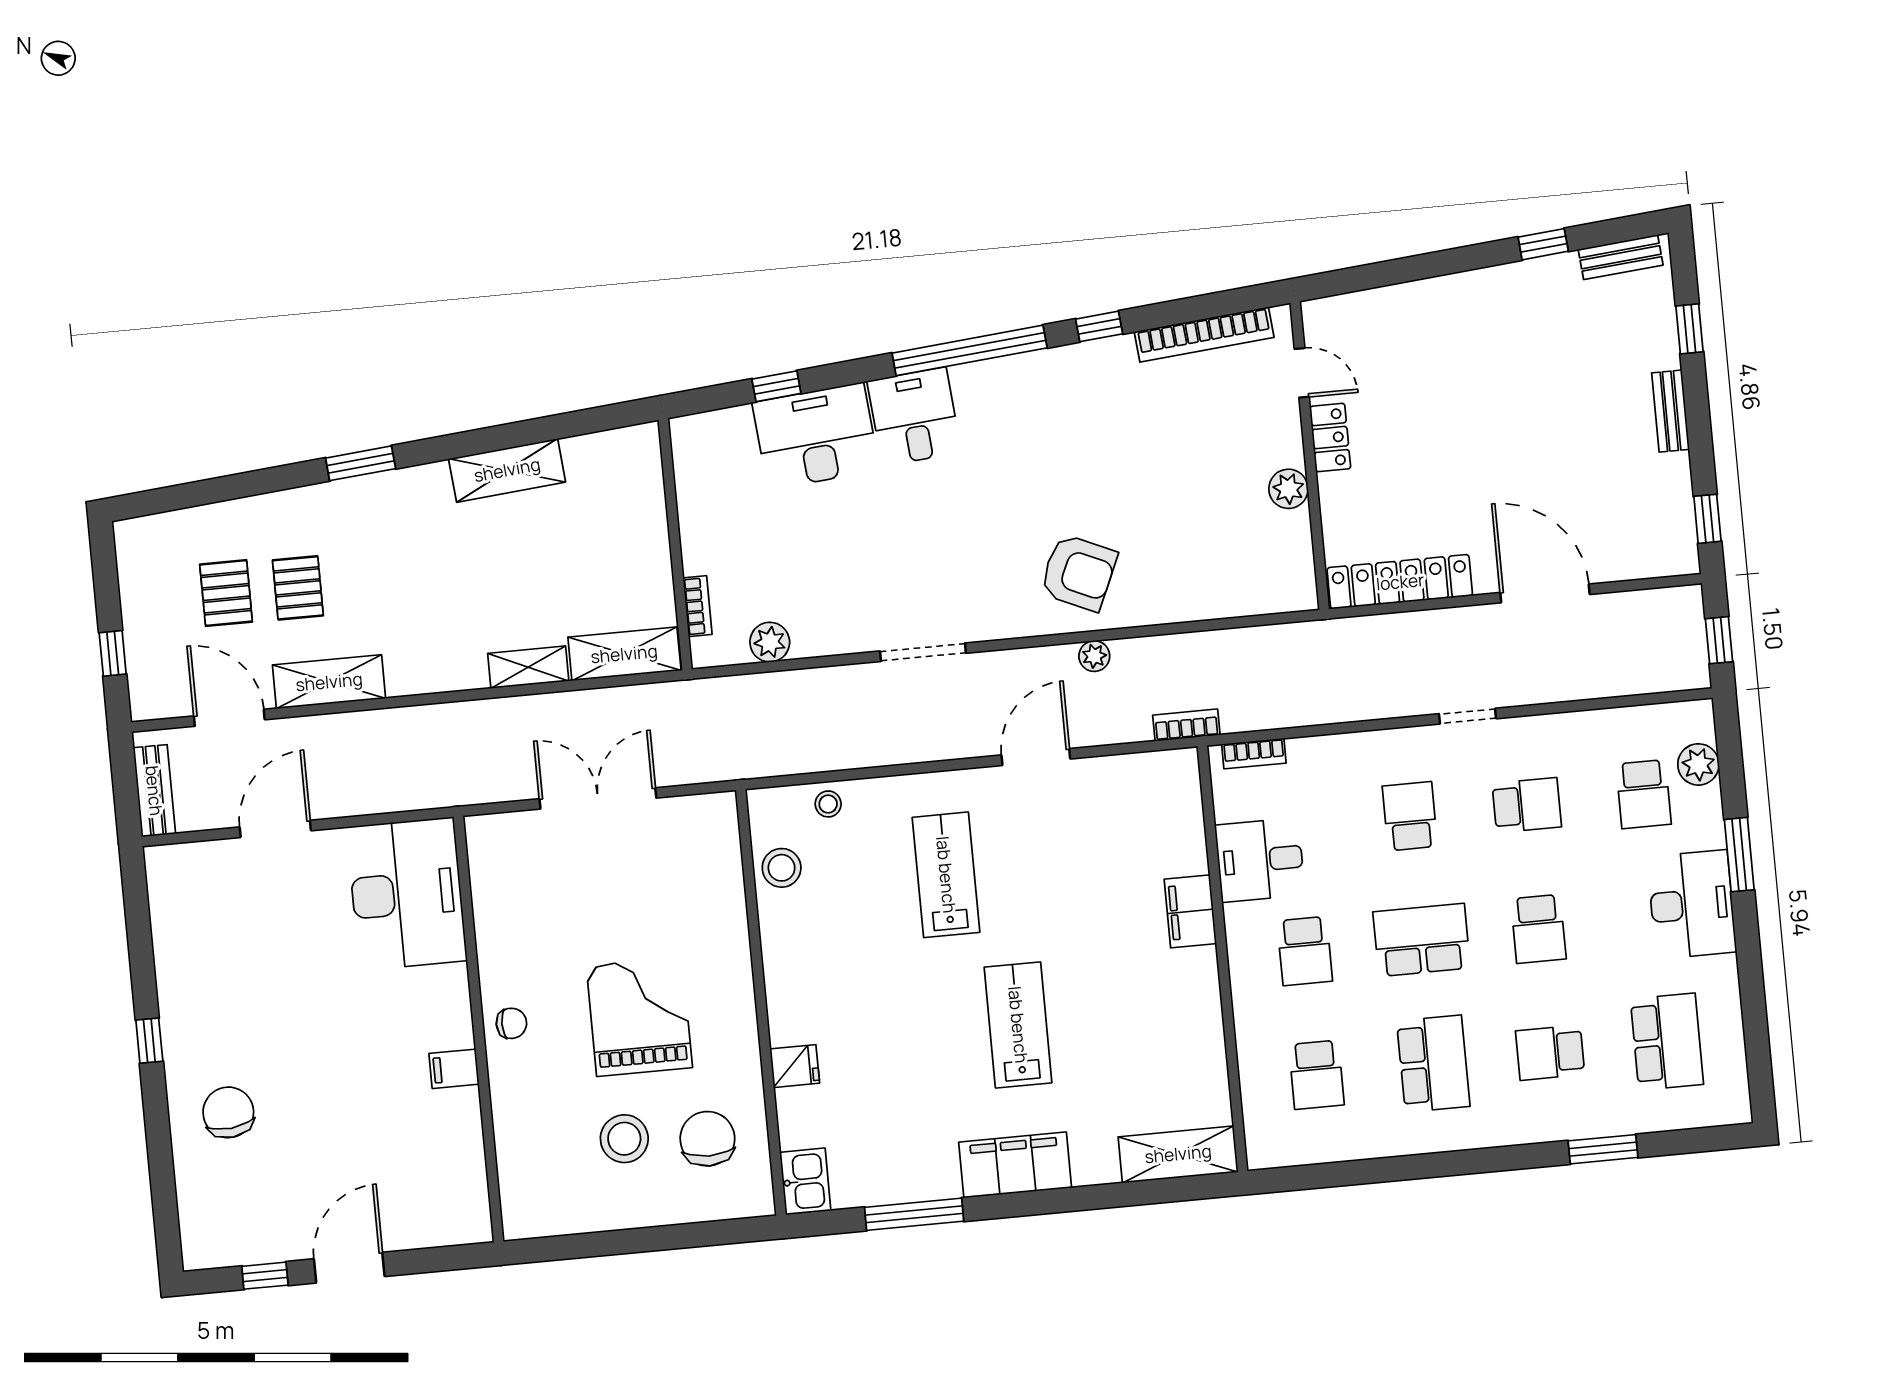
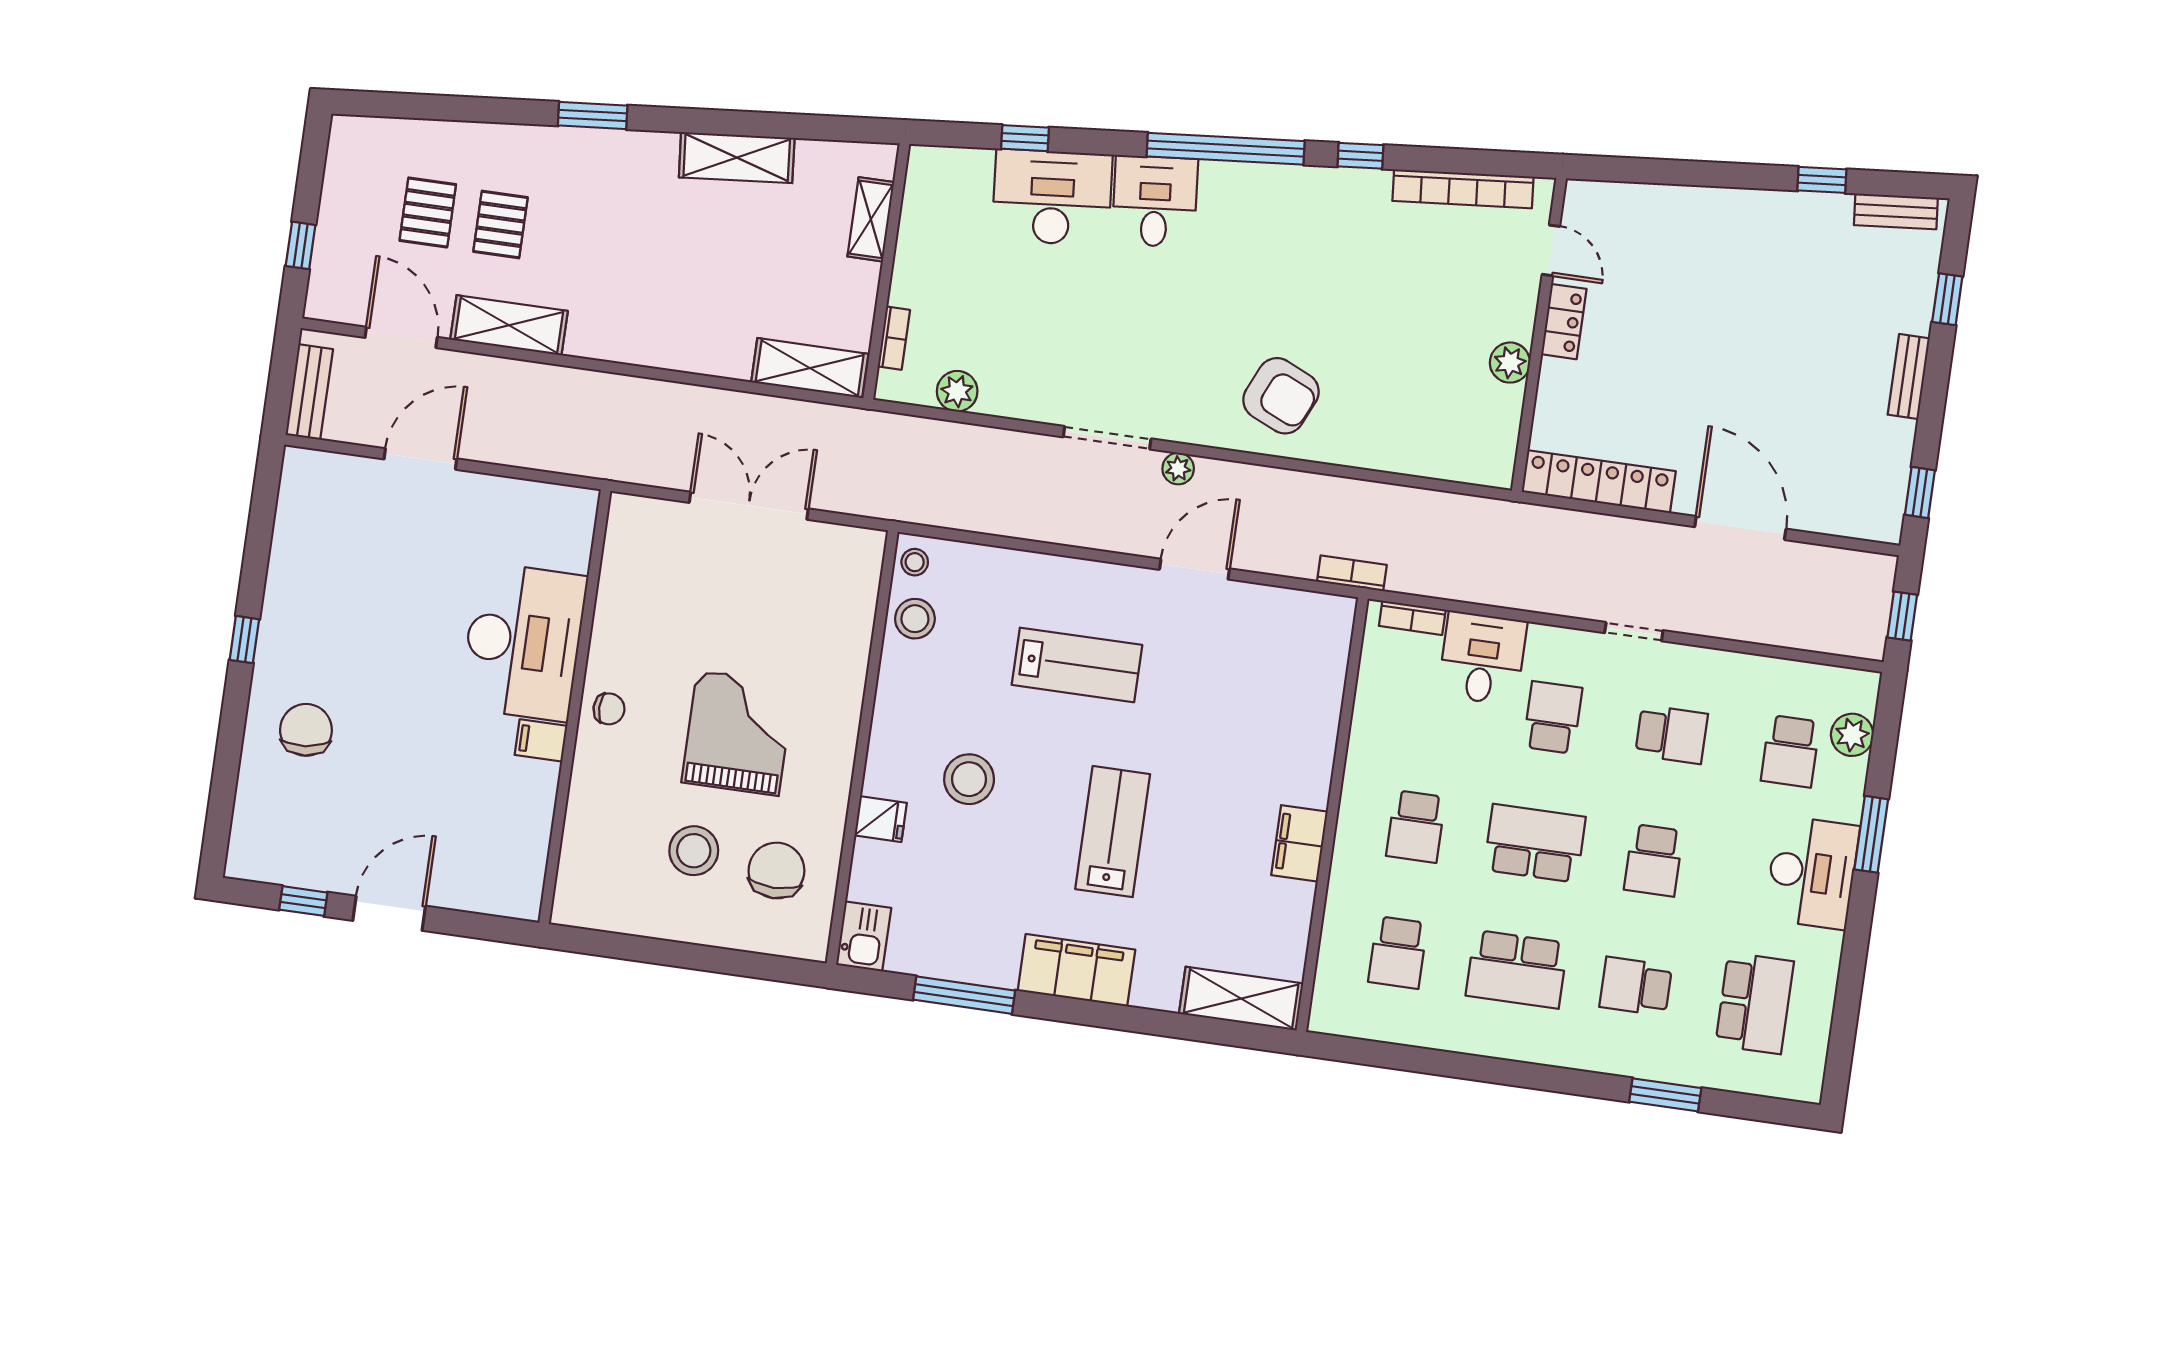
plant: (1094, 656) -> (1178, 469), moved
shelving: (528, 667) -> (871, 219), moved, turned 90
stool: (828, 804) -> (915, 562), moved
desk: (1260, 860) -> (1482, 658), moved, turned 90
lab bench: (946, 875) -> (1077, 665), turned 90
desk: (407, 894) -> (523, 642), moved
filing cabinet: (1190, 911) -> (1299, 843), moved
stool: (870, 1008) -> (969, 779), added
school desk: (1433, 1064) -> (1517, 969), turned 90

